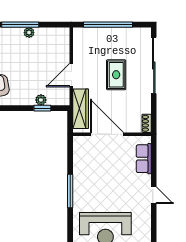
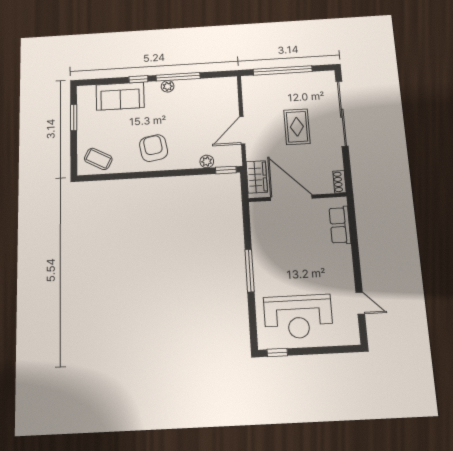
plant: (29, 33) -> (168, 86), moved
window: (42, 108) -> (226, 170), moved
wardrobe: (81, 109) -> (257, 177), width x0.67
door: (154, 195) -> (360, 303), moved

